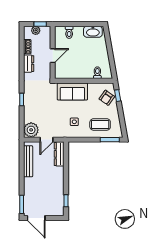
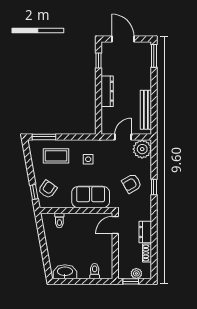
door: (53, 56) -> (115, 225), moved
armchair: (40, 102) -> (132, 183), added
dresser: (59, 154) -> (107, 91), moved
door: (36, 218) -> (123, 39), moved

